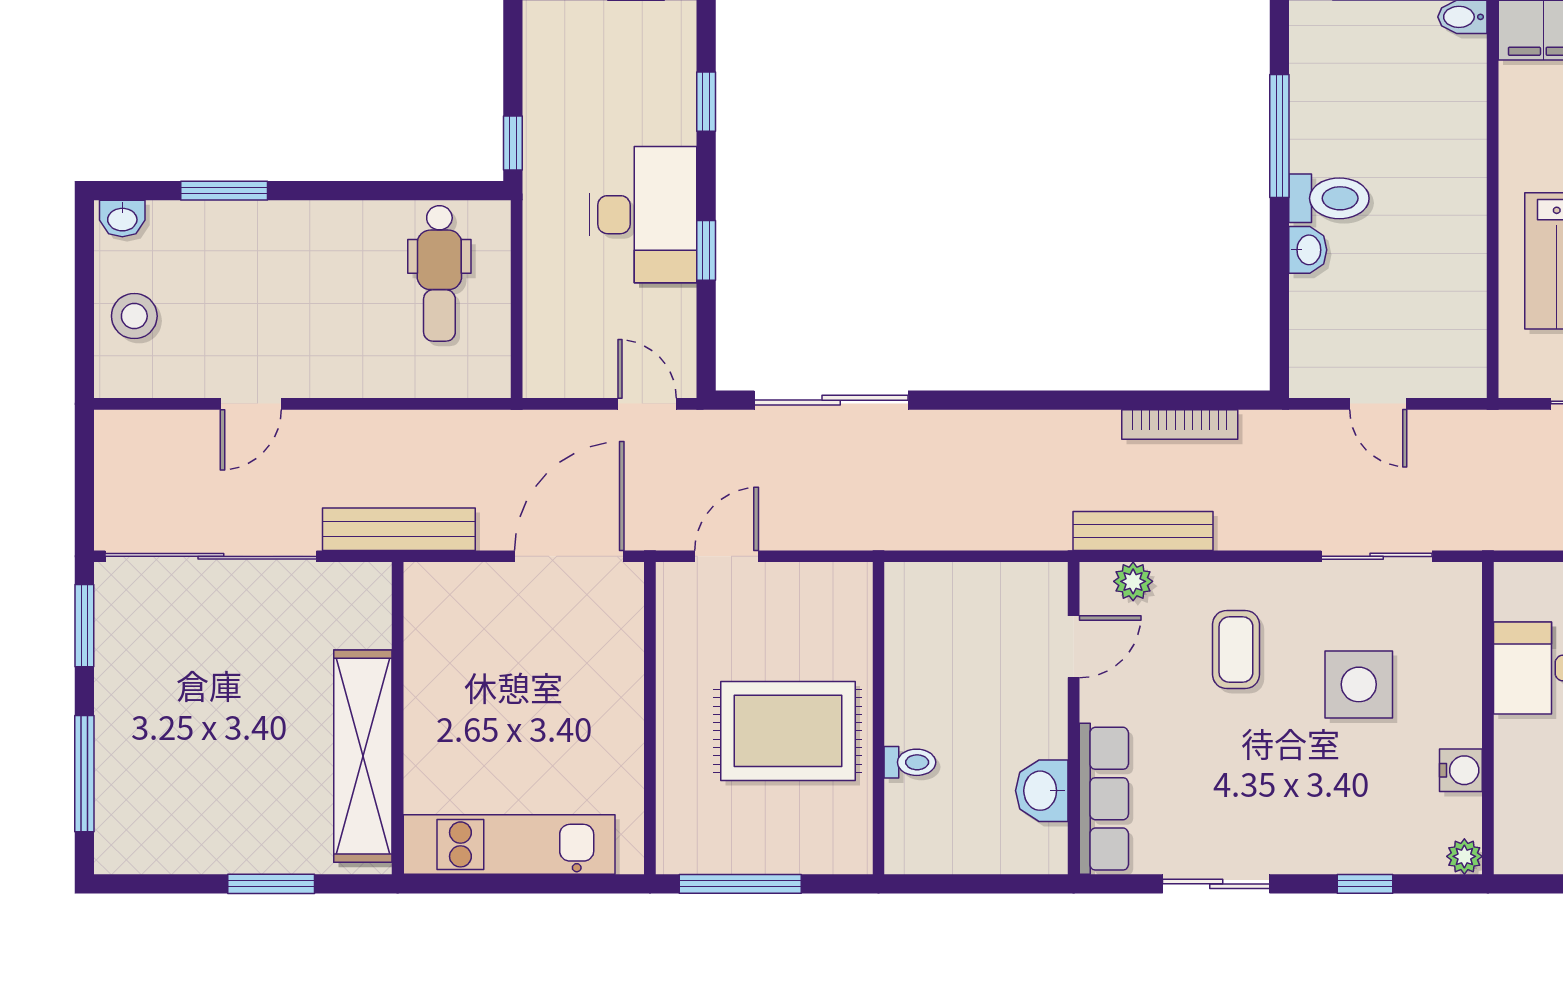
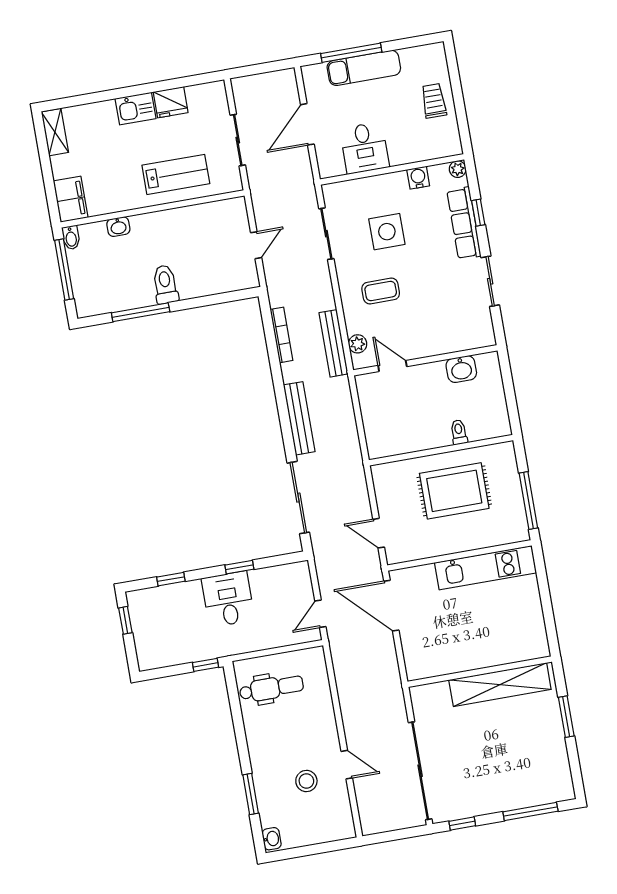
desk: (643, 215) -> (228, 599), width x0.73
washbasin: (1308, 250) -> (118, 227), moved, turned 180
stool: (134, 316) -> (306, 781), moved
door: (647, 404) -> (320, 614), moved
bench: (399, 529) -> (299, 418), moved
window: (84, 626) -> (462, 823), width x0.67
rug: (788, 731) -> (454, 491), turned 90
row of seats: (1104, 799) -> (464, 223), moved, turned -90
kitchen unit: (509, 844) -> (485, 568), moved, turned -90

